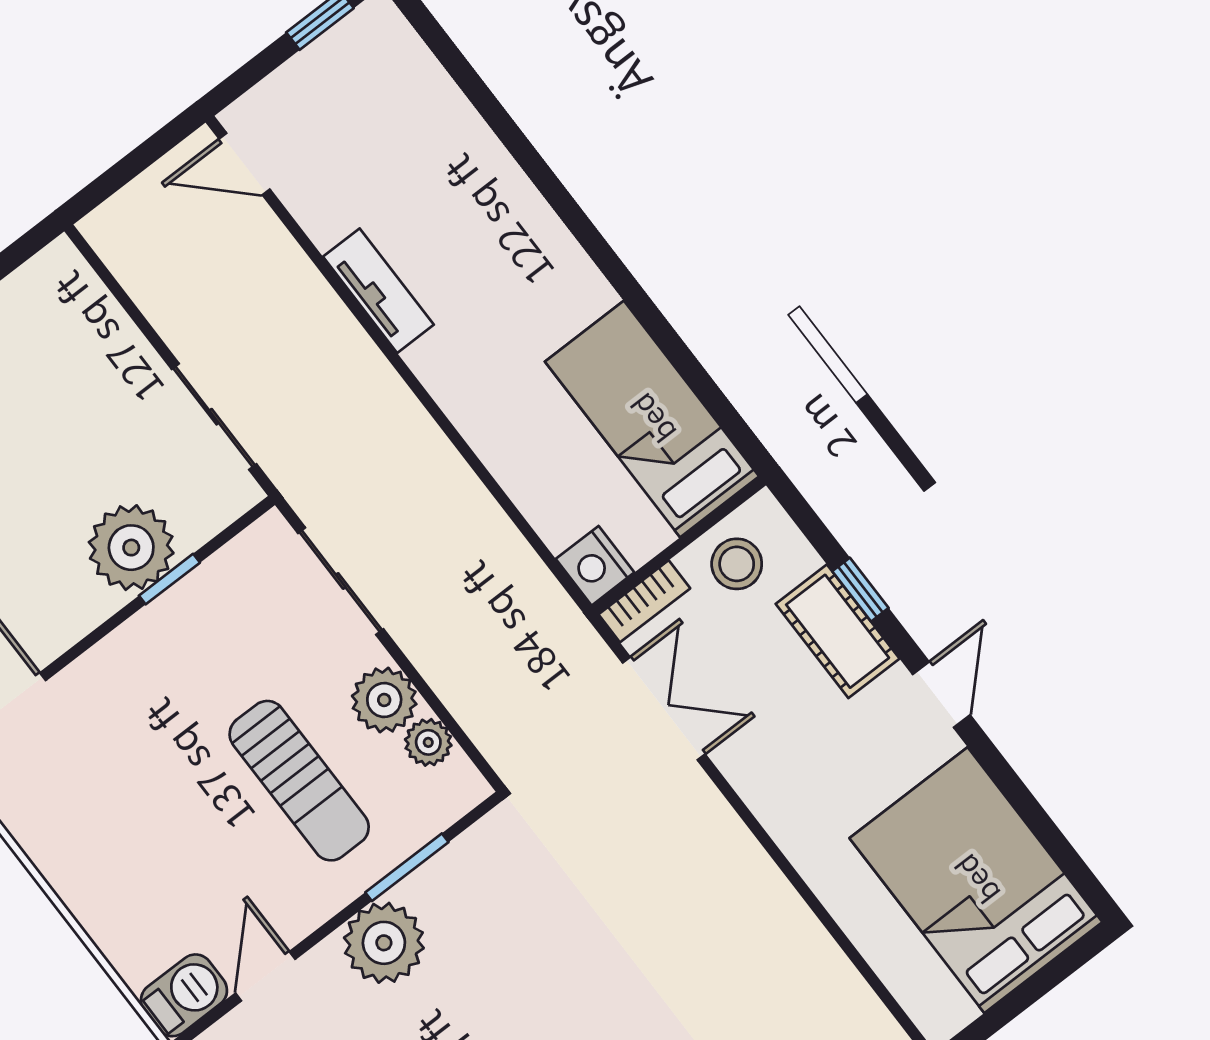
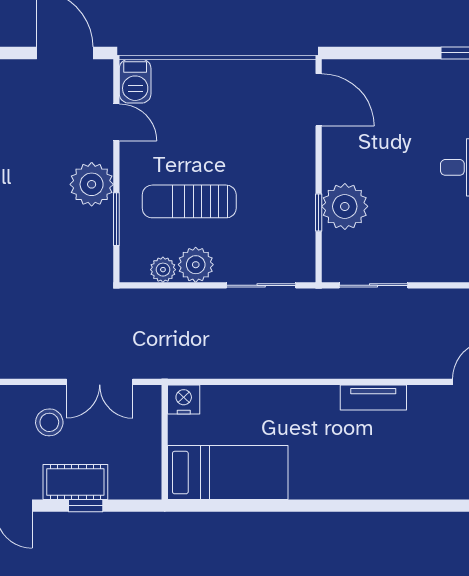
stool: (737, 564) -> (49, 422), moved
bookcase: (644, 601) -> (152, 409), removed

